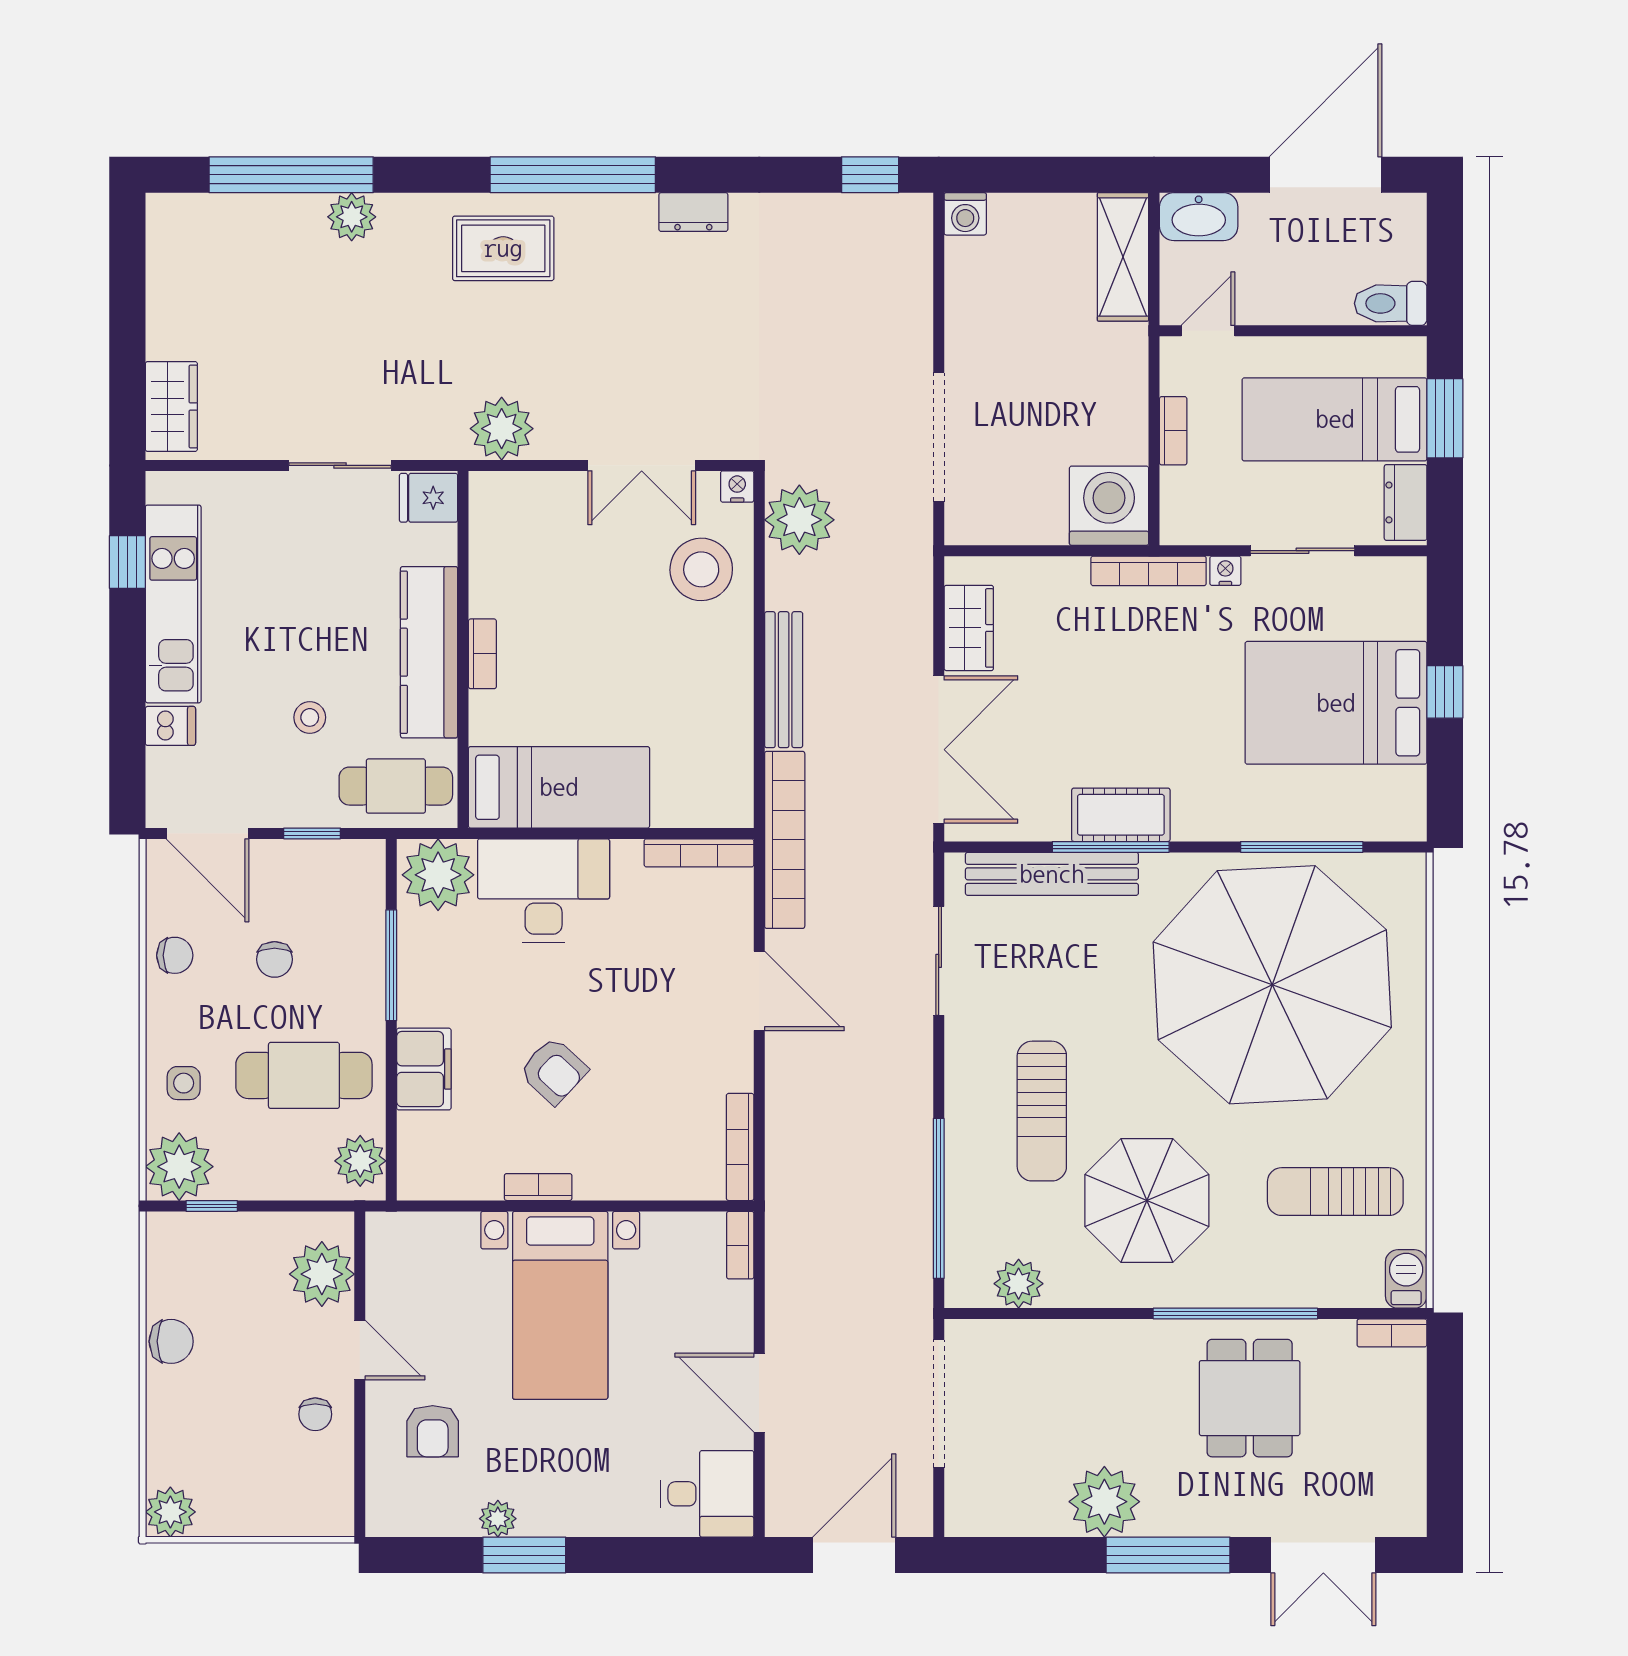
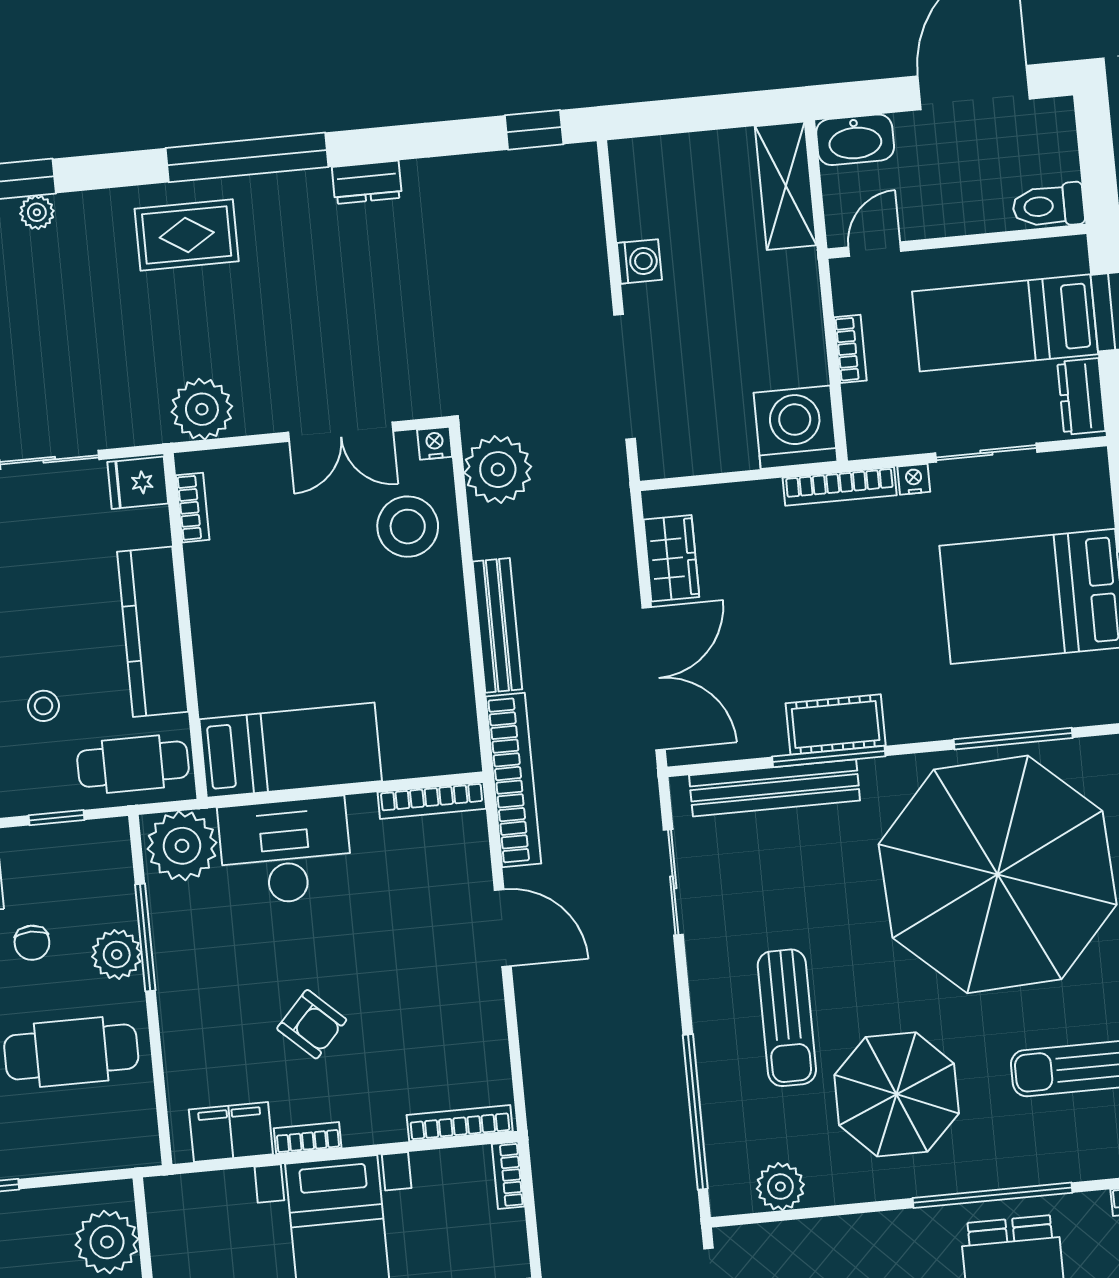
washing machine: (965, 214) -> (639, 261), moved, turned -90
plant: (352, 217) -> (37, 212), width x0.73, depth x0.73
bookcase: (482, 654) -> (193, 508), moved
filing cabinet: (424, 1069) -> (231, 1132), moved, turned -90
bookcase: (740, 1147) -> (460, 1123), moved, turned 90
plant: (360, 1161) -> (117, 954), moved

